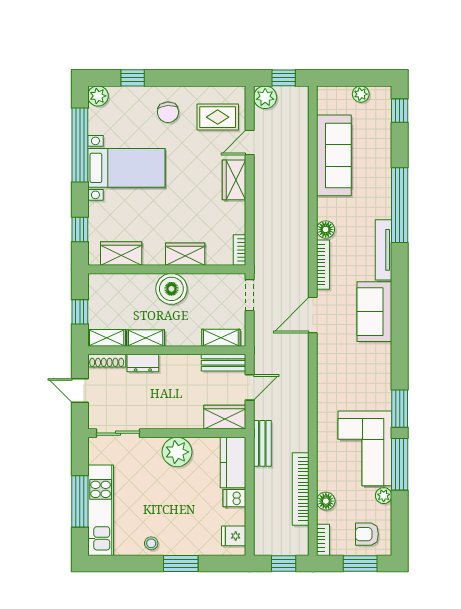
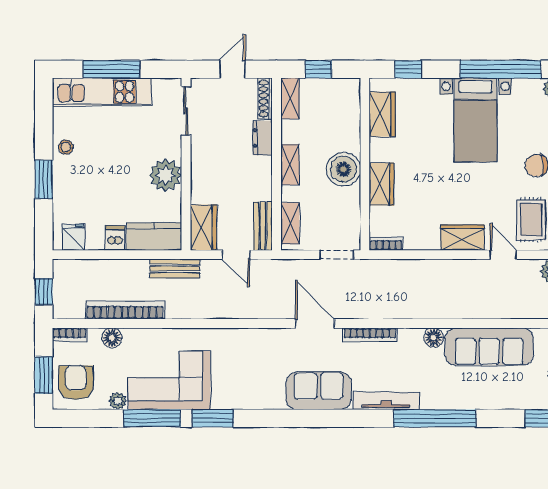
floor lamp: (326, 229) -> (434, 337), moved
shelving: (146, 338) -> (290, 165), moved
armchair: (367, 534) -> (76, 383), width x1.38, depth x1.38

